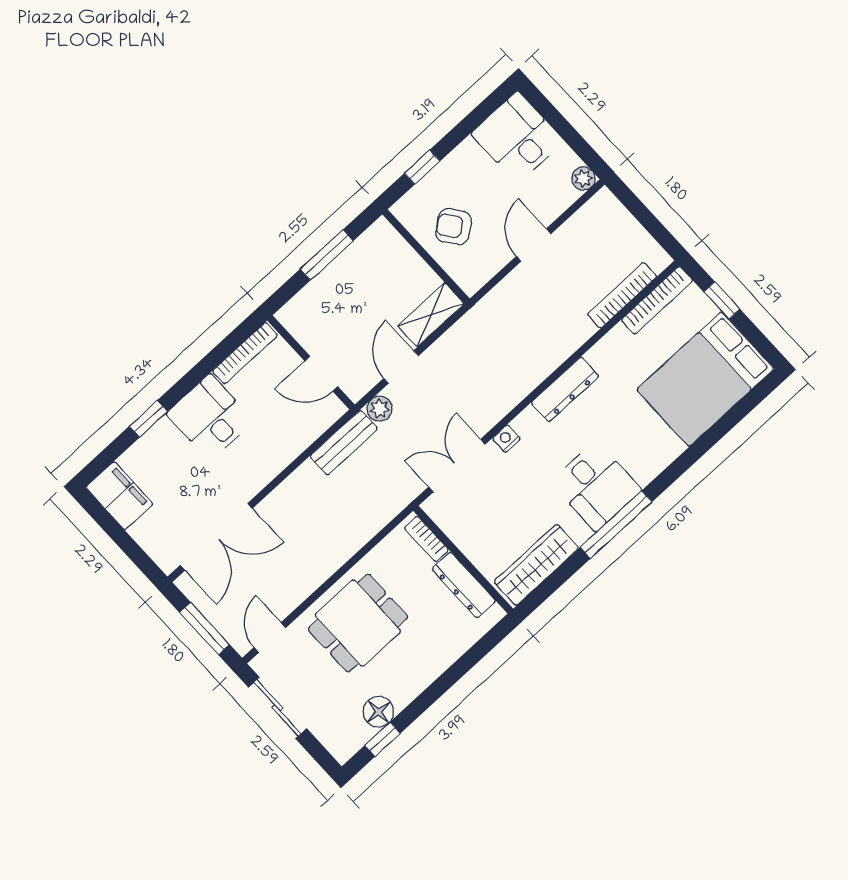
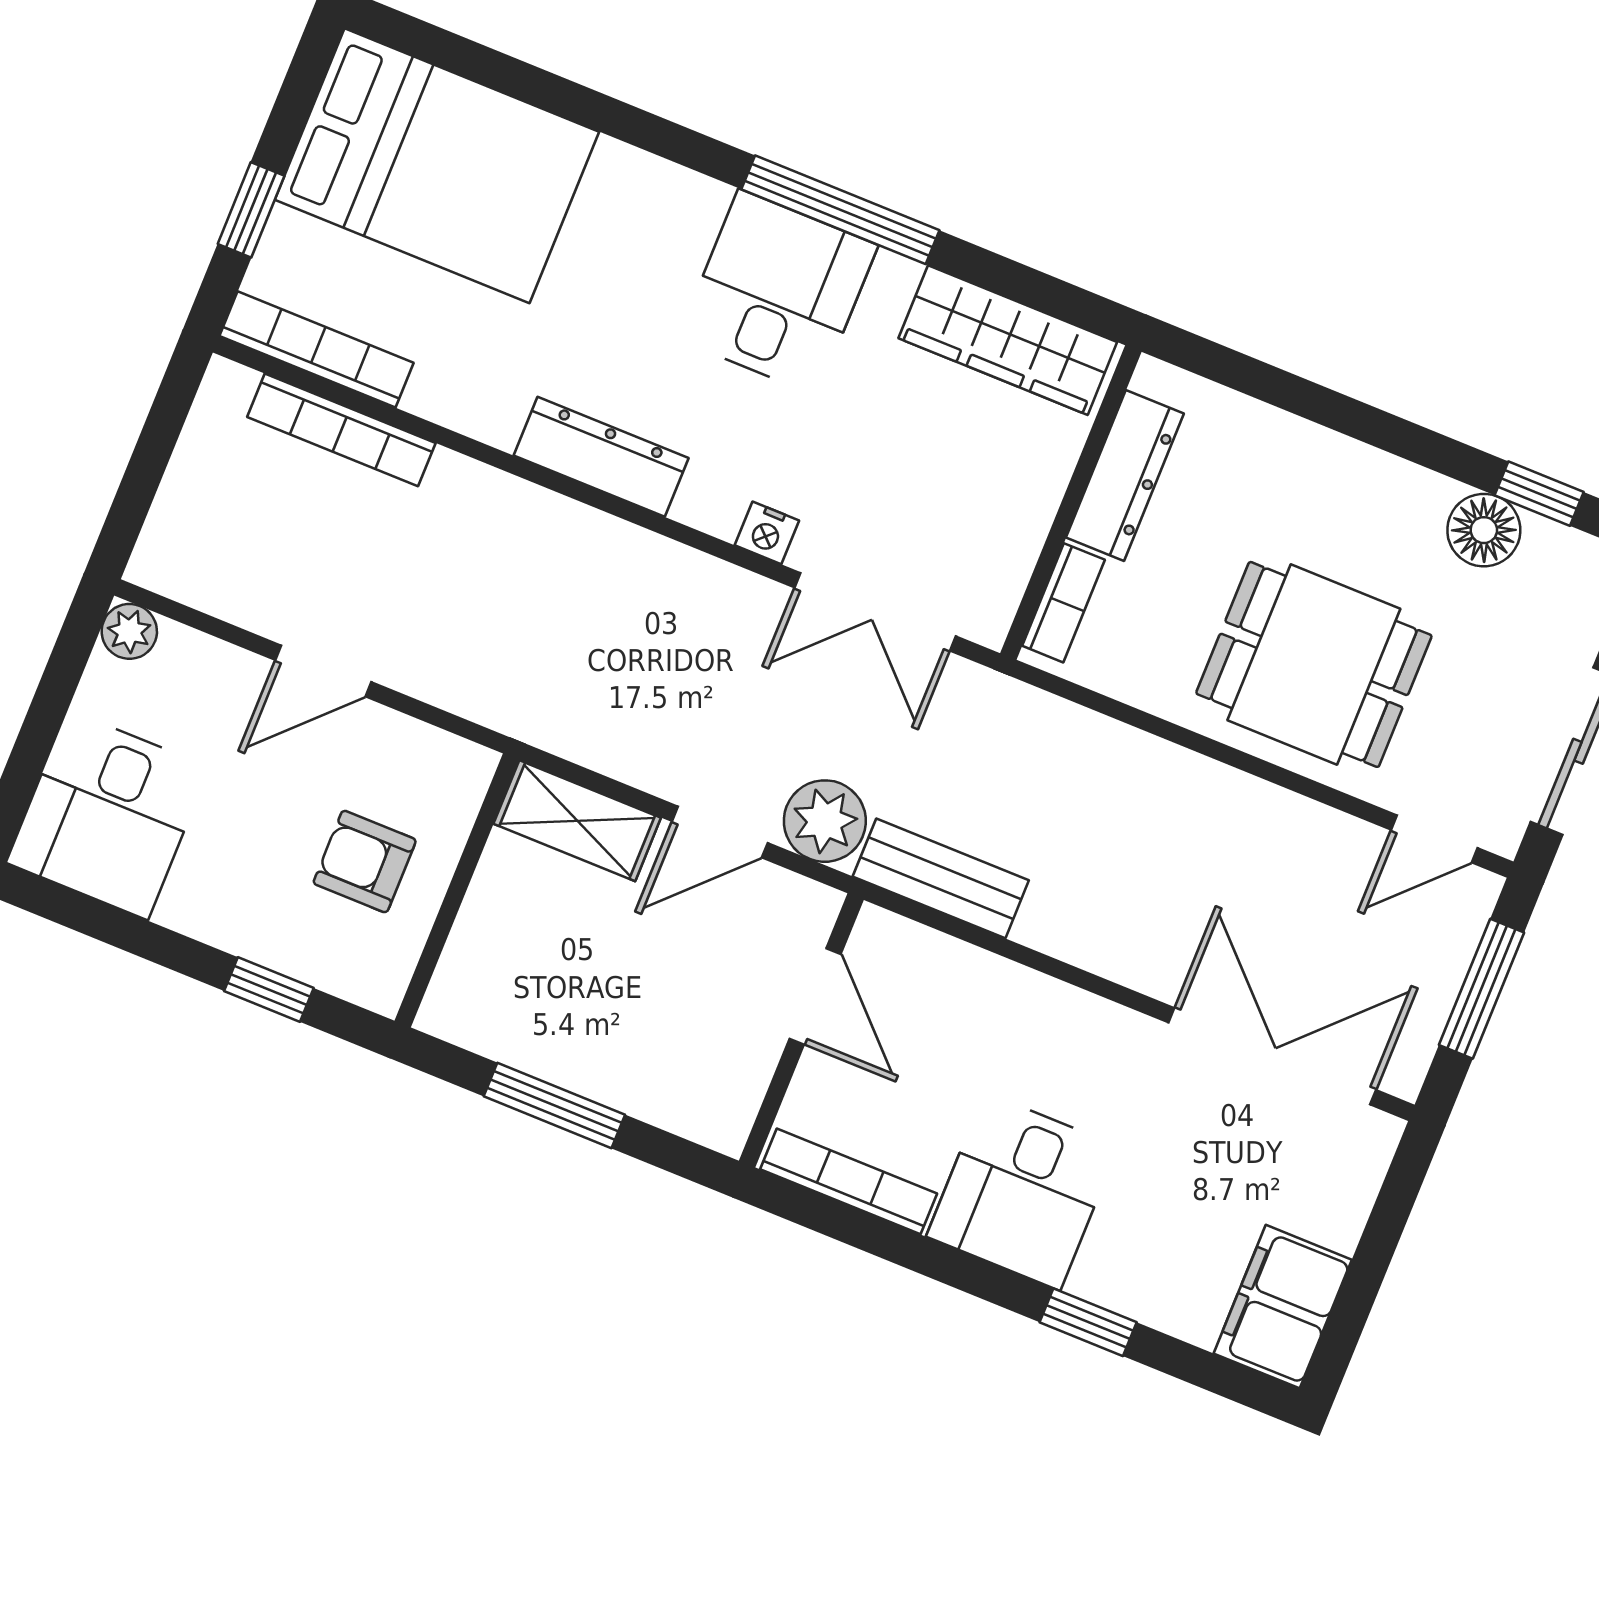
armchair: (454, 227) -> (365, 862), turned 127
plant: (380, 409) -> (825, 821), width x1.38, depth x1.38

